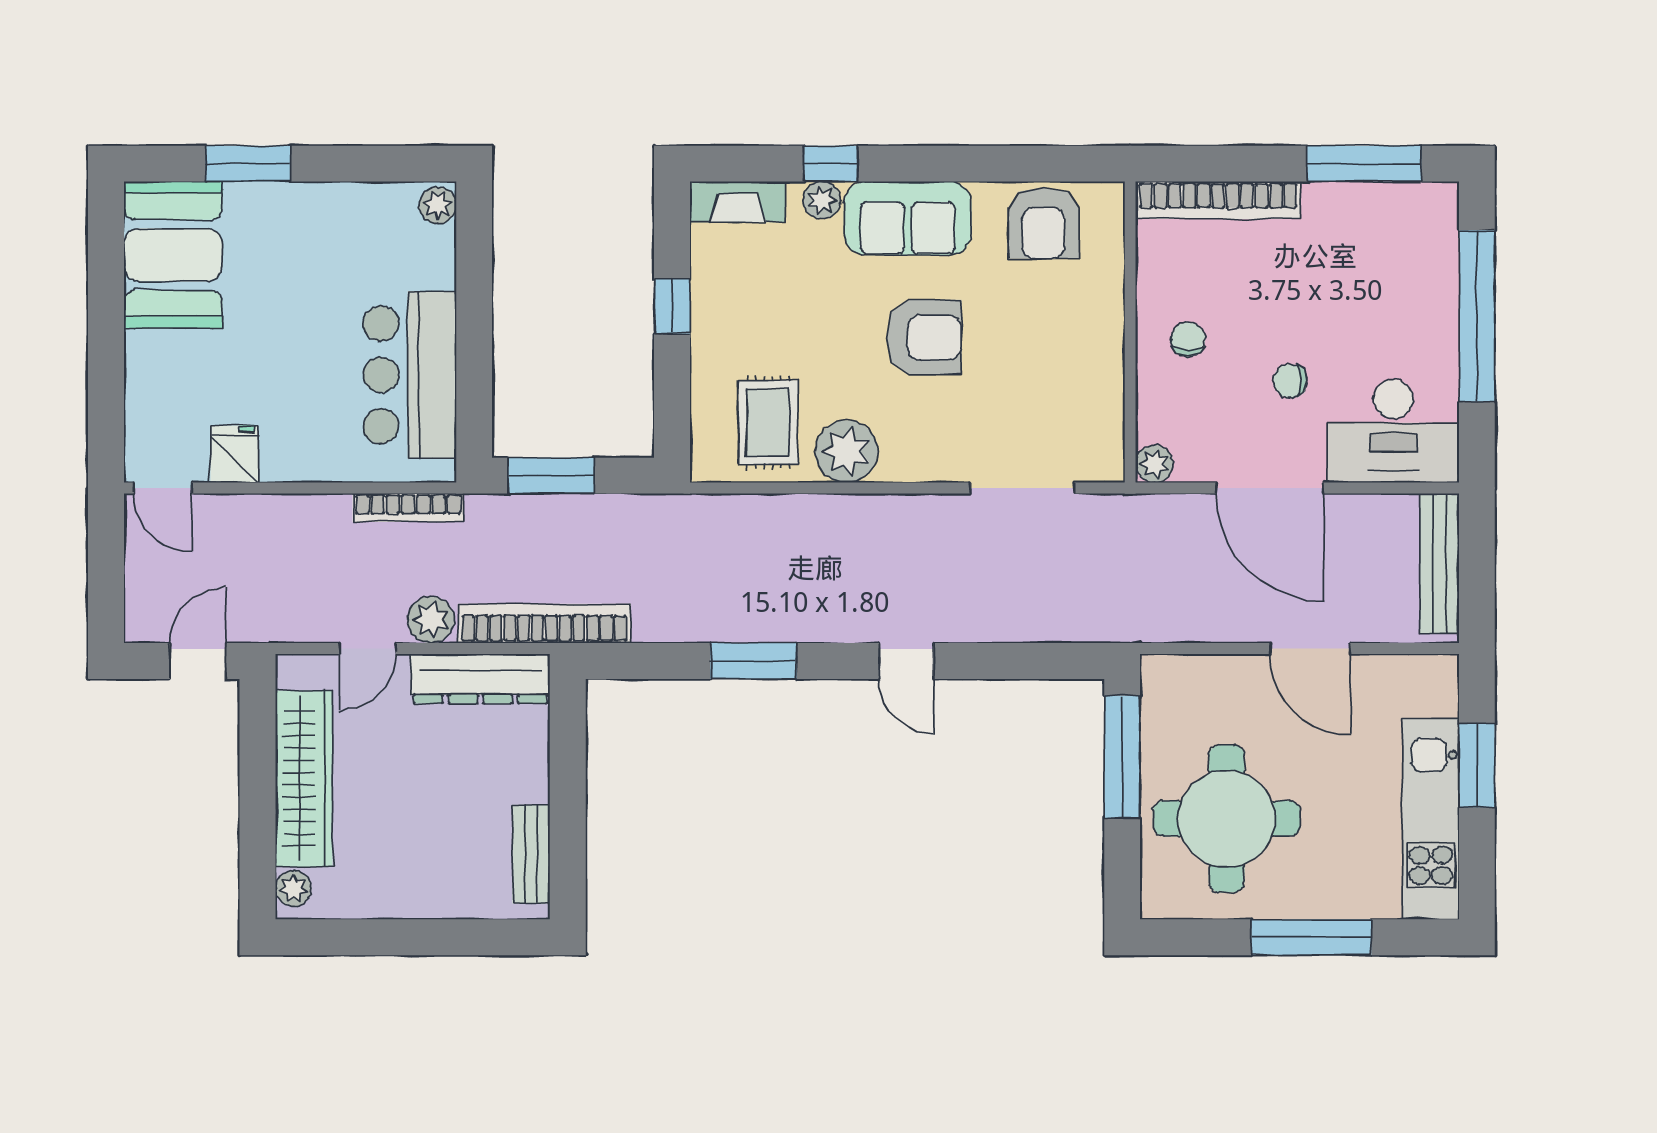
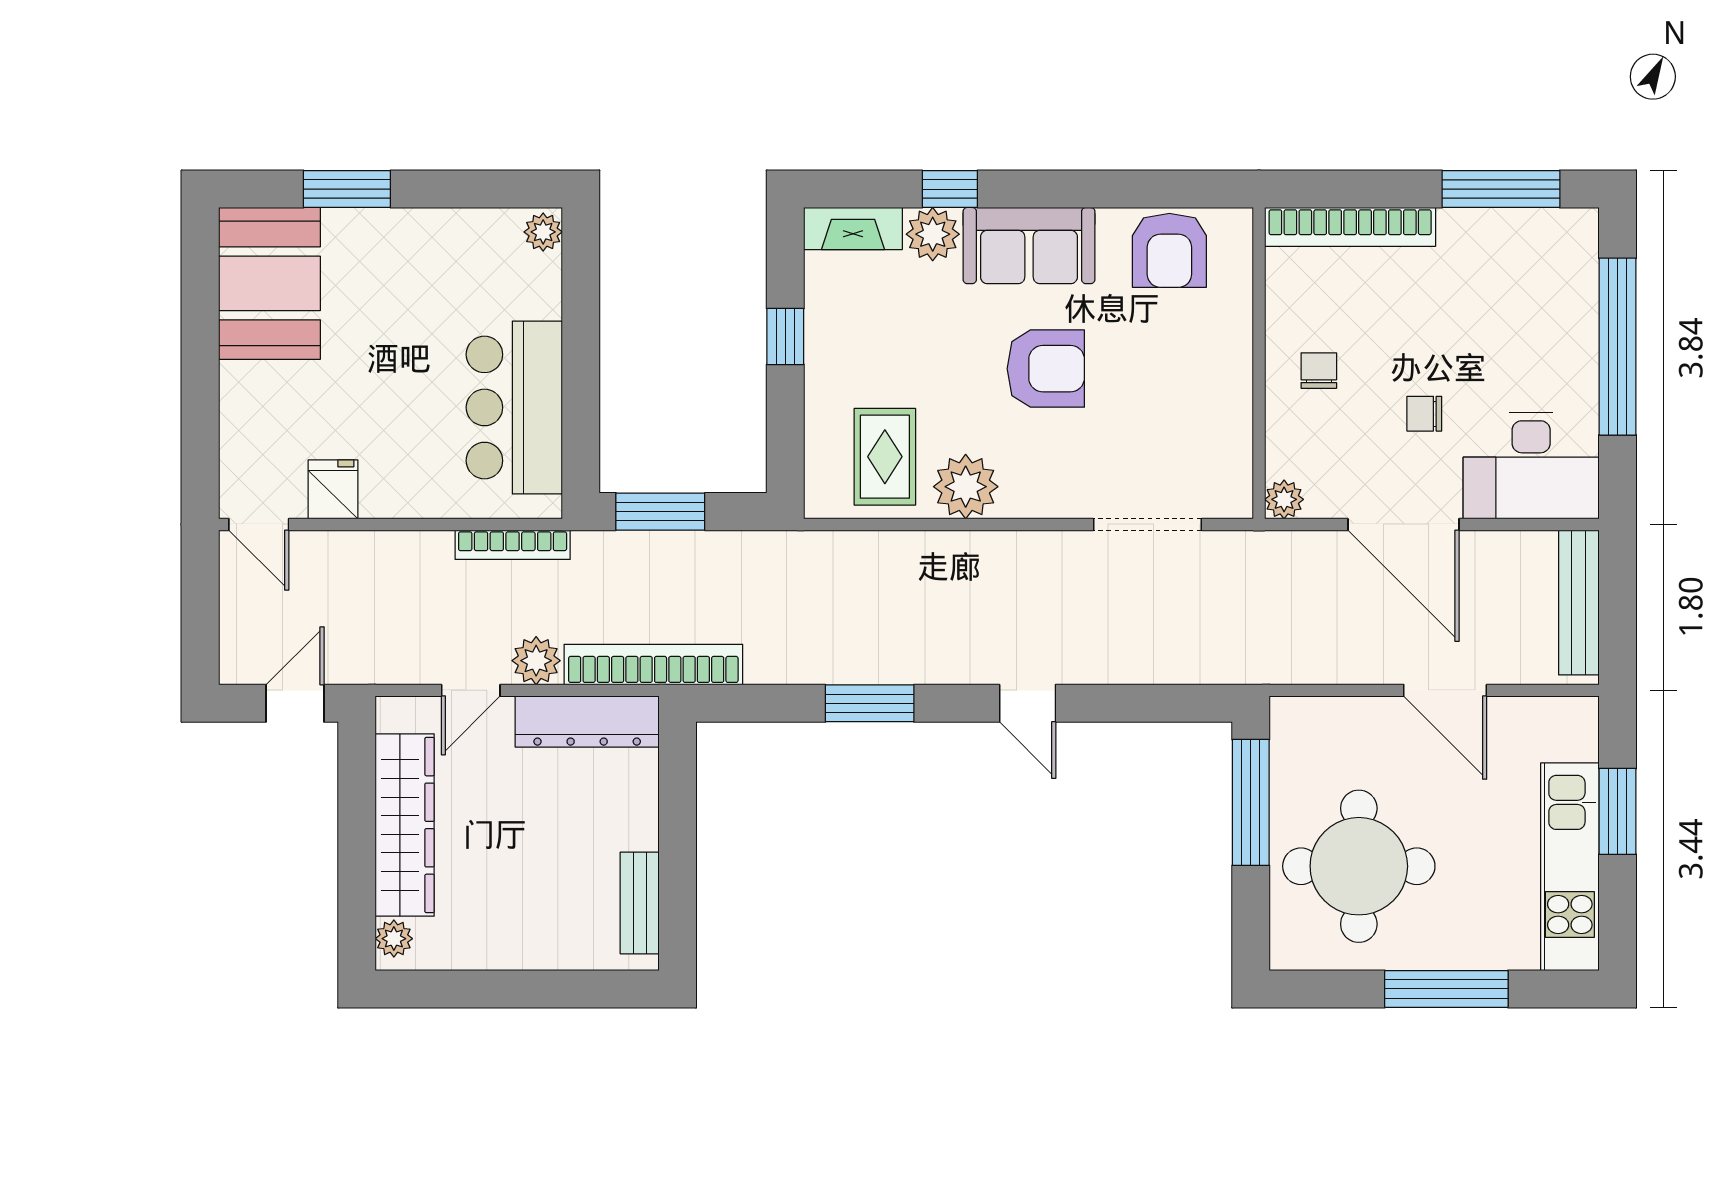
plant: (822, 200) -> (933, 234), width x1.38, depth x1.38

